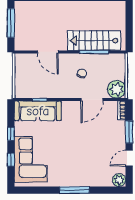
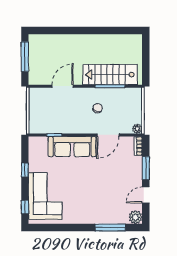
door: (48, 52) -> (63, 86), swing flipped
plant: (117, 89) -> (137, 129), width x0.53, depth x0.53
sofa: (38, 111) -> (72, 147), moved
window: (11, 160) -> (25, 207), moved
window: (74, 190) -> (110, 228), moved

